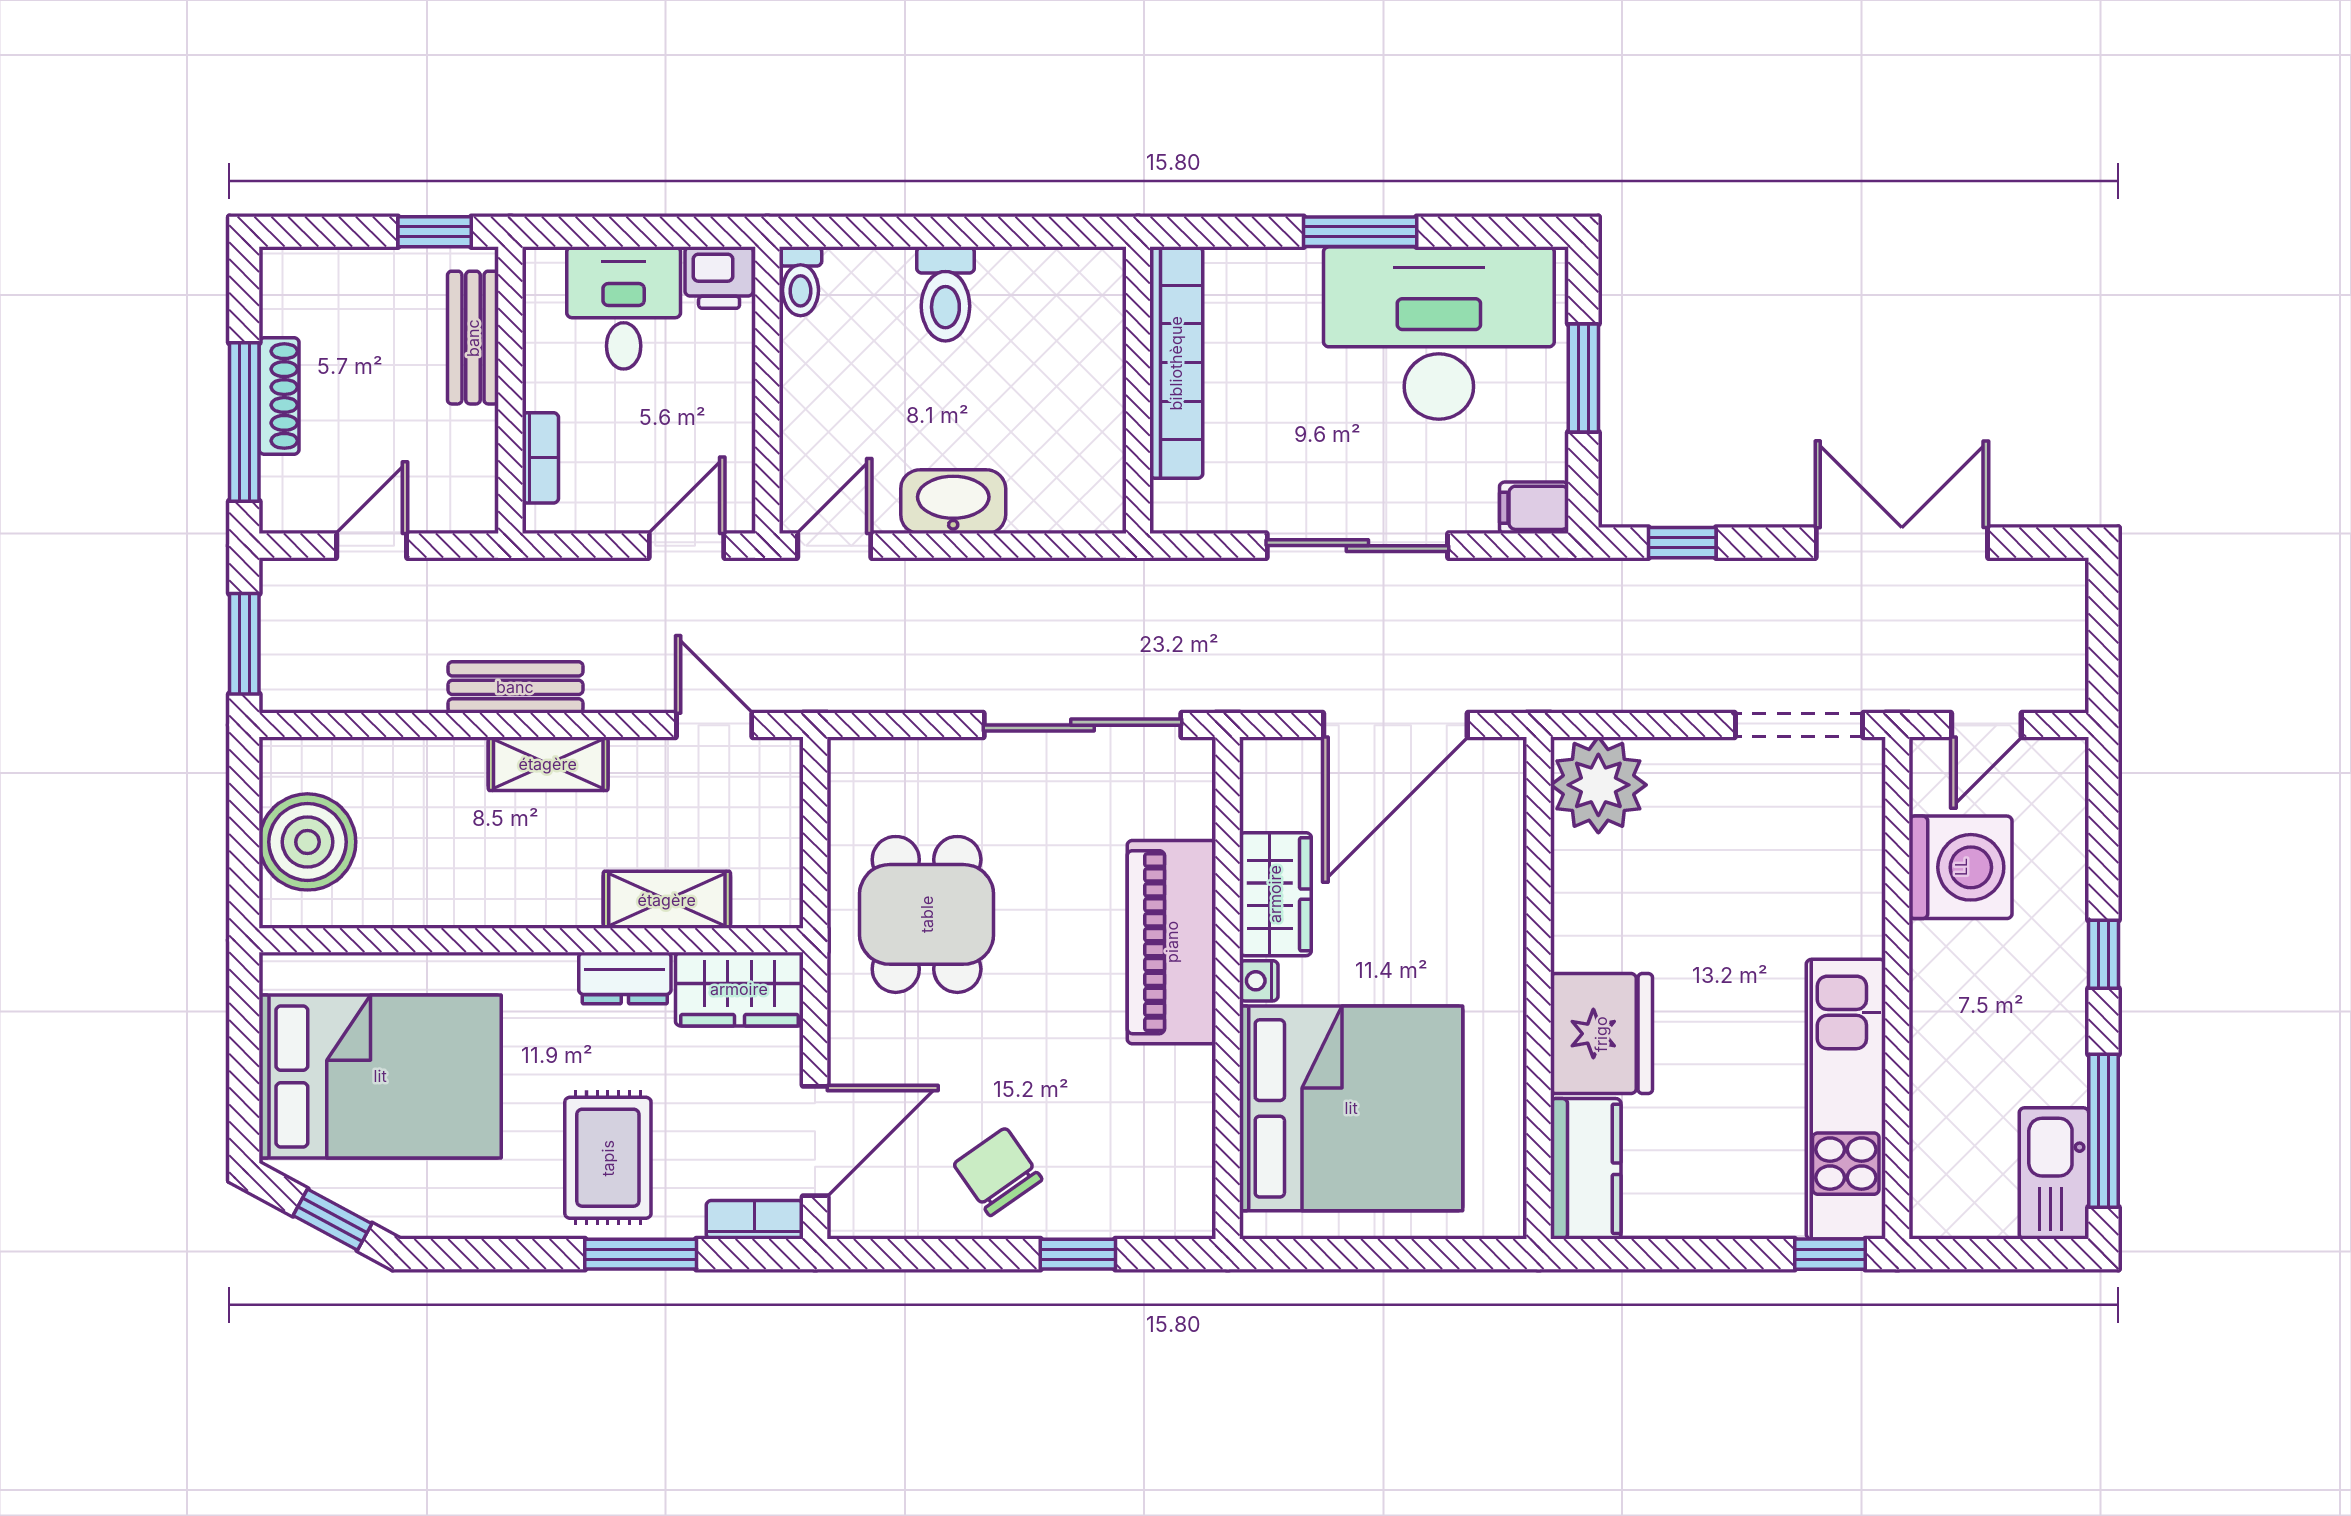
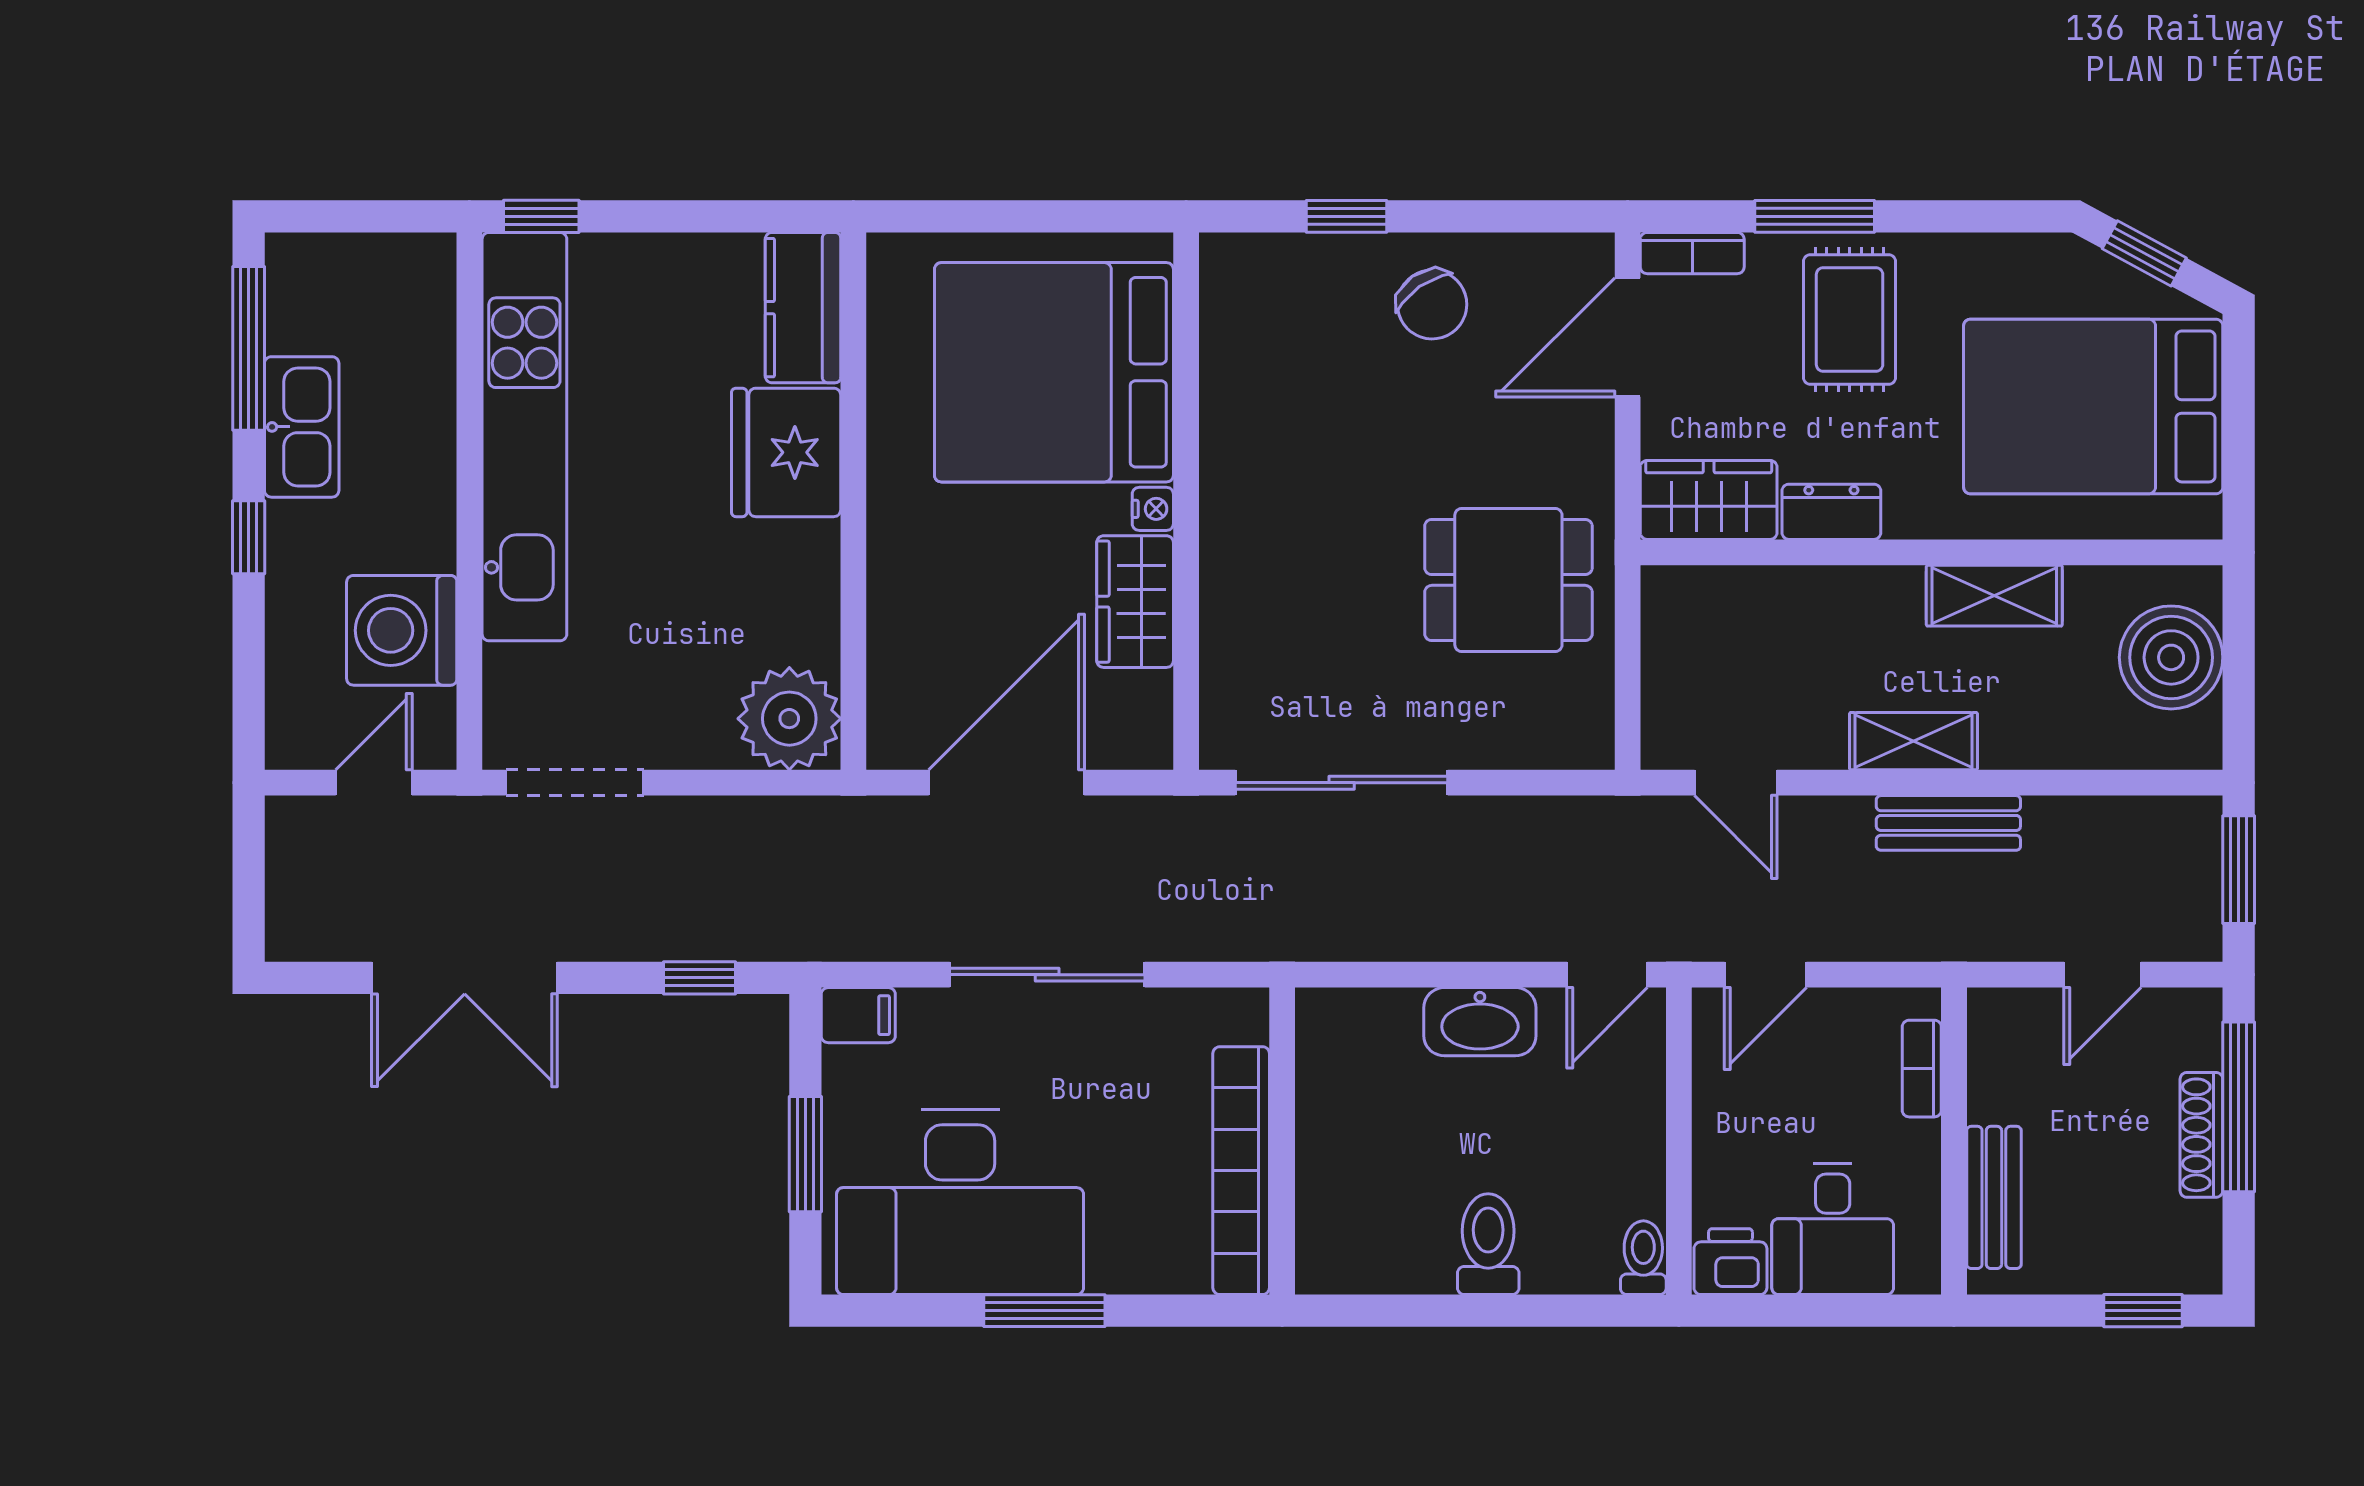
window: (435, 232) -> (2143, 1311), moved
shelving: (667, 900) -> (1994, 596), moved
dining table: (927, 914) -> (1508, 580), turned 90
piano: (1172, 942) -> (1246, 550), removed
kitchen unit: (1846, 1099) -> (524, 437), width x1.36
kitchen sink: (2054, 1173) -> (302, 427), moved

